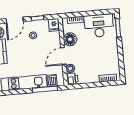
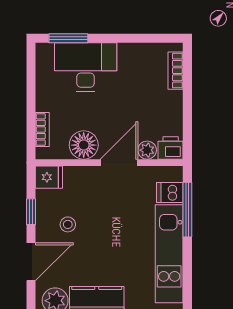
door: (15, 20) -> (31, 262), hinge flipped
desk: (99, 26) -> (86, 67), moved, turned 90
door: (63, 56) -> (119, 163), swing flipped

